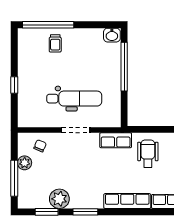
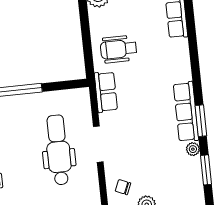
plant: (59, 199) -> (193, 149), width x0.53, depth x0.53
row of seats: (127, 201) -> (186, 112), moved

